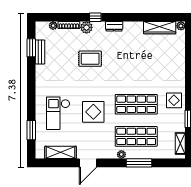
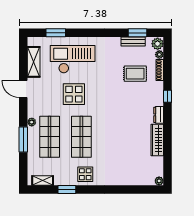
plant: (86, 27) -> (158, 44), moved
wardrobe: (160, 28) -> (157, 140), moved
rug: (90, 59) -> (135, 74), moved, turned 90
checkout: (58, 113) -> (73, 59), width x1.36, depth x1.21

